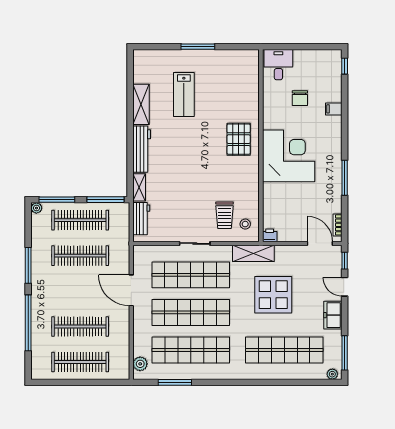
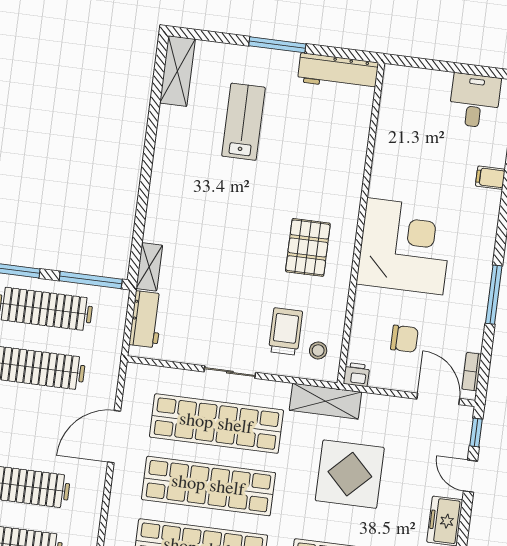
desk: (278, 65) -> (475, 101), moved
lab bench: (184, 95) -> (244, 122), turned 180
chair: (300, 98) -> (404, 339), moved, turned -90
shelving: (141, 104) -> (178, 71), moved
pallet: (239, 139) -> (308, 247), moved
workbench: (142, 149) -> (338, 72), moved, turned 90
trolley: (225, 215) -> (286, 331), turned 180
door: (131, 290) -> (114, 437), hinge flipped

